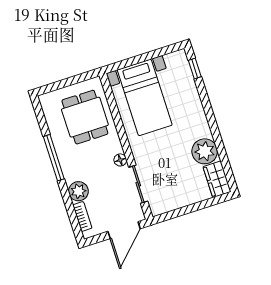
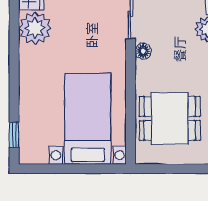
dining table: (85, 117) -> (170, 118), turned 90

